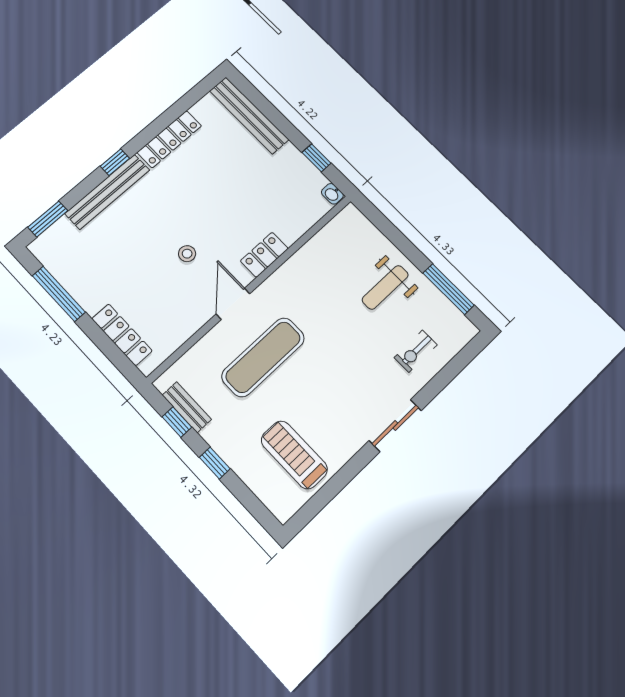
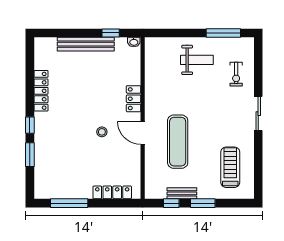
bench: (249, 115) -> (86, 44), moved
bench: (107, 192) -> (41, 141), removed
window: (48, 219) -> (30, 155), moved
weight bench: (385, 287) -> (197, 60), turned -90
bench: (187, 407) -> (182, 193), moved
treadmill: (294, 455) -> (230, 167), turned 90
window: (215, 463) -> (203, 203), width x1.50

